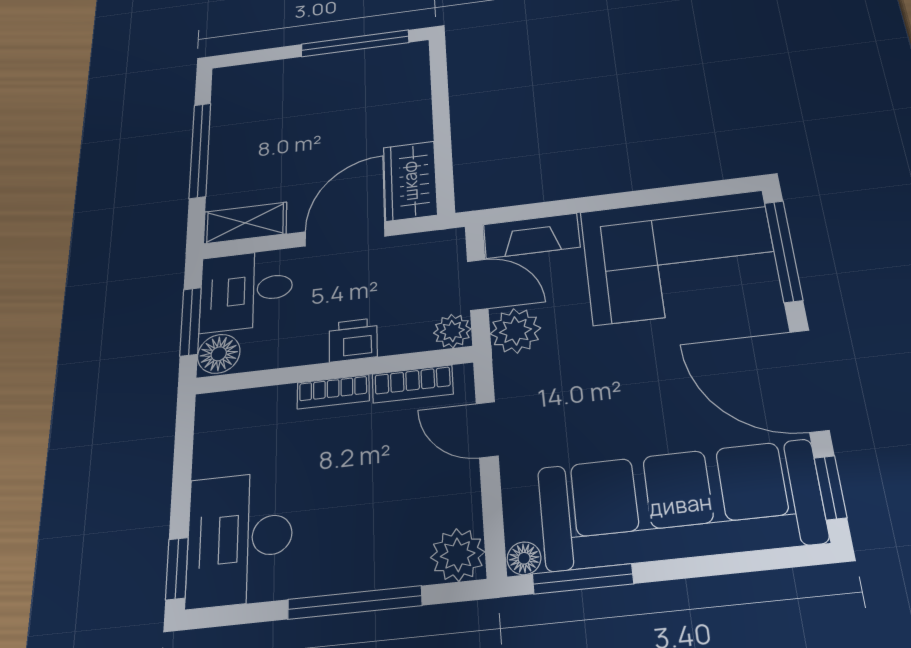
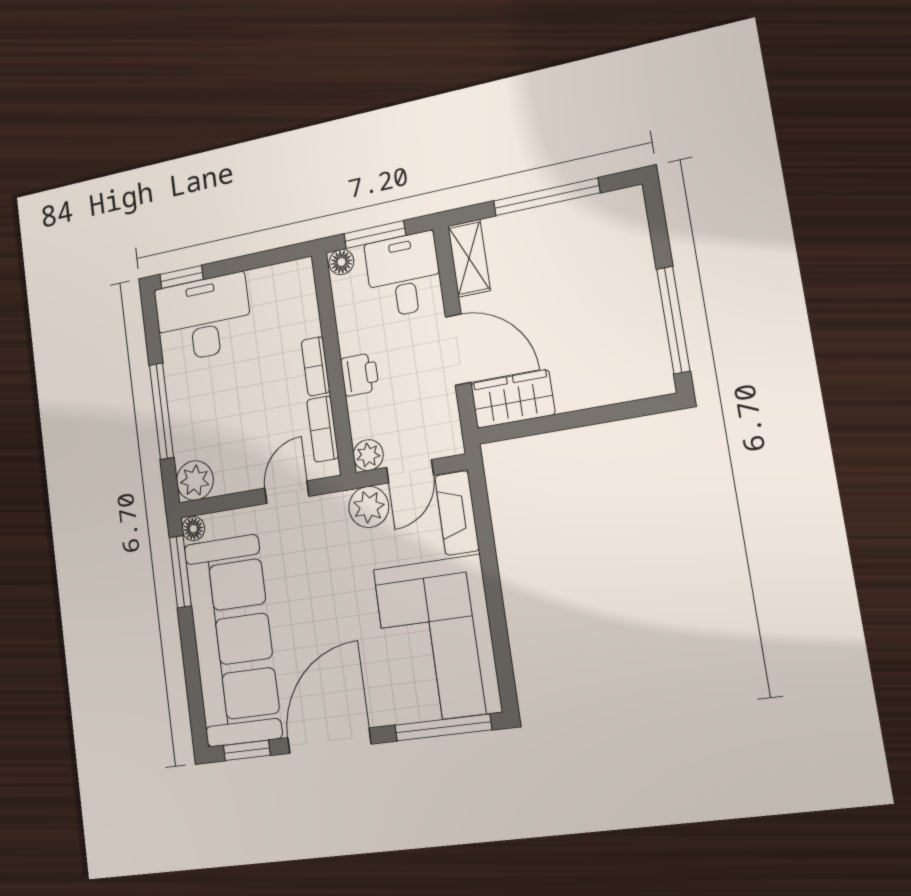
floor lamp: (219, 354) -> (341, 262), width x0.73, depth x0.73

